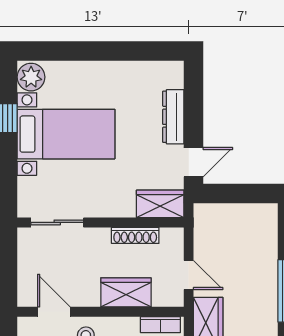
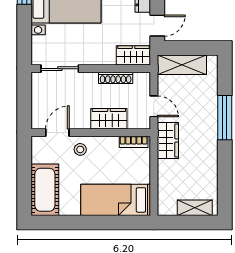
shelving: (228, 217) -> (182, 65), added
door: (54, 312) -> (57, 133), hinge flipped

